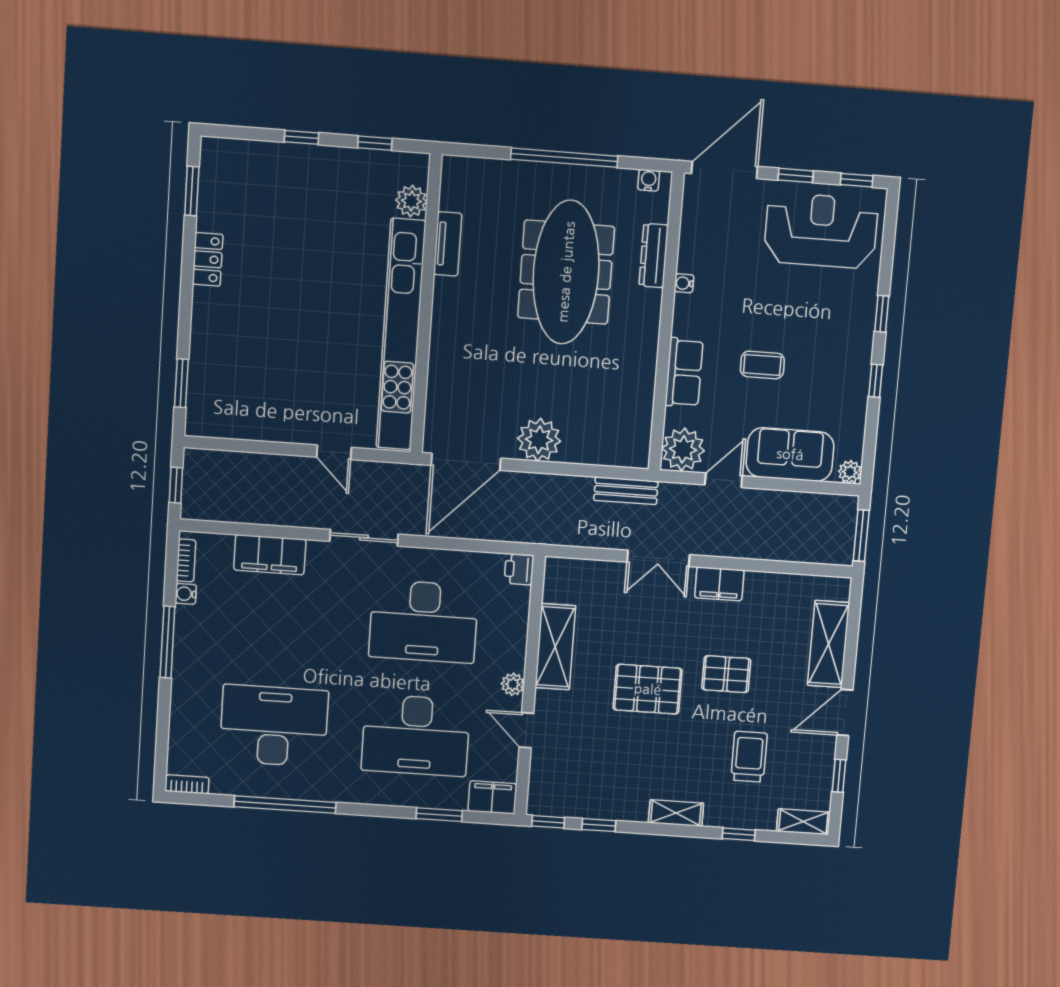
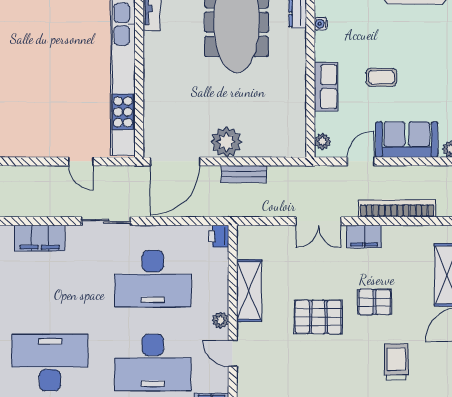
plant: (683, 449) -> (323, 141), width x0.53, depth x0.53
bench: (626, 491) -> (244, 174), moved
bookcase: (768, 549) -> (397, 208), added

